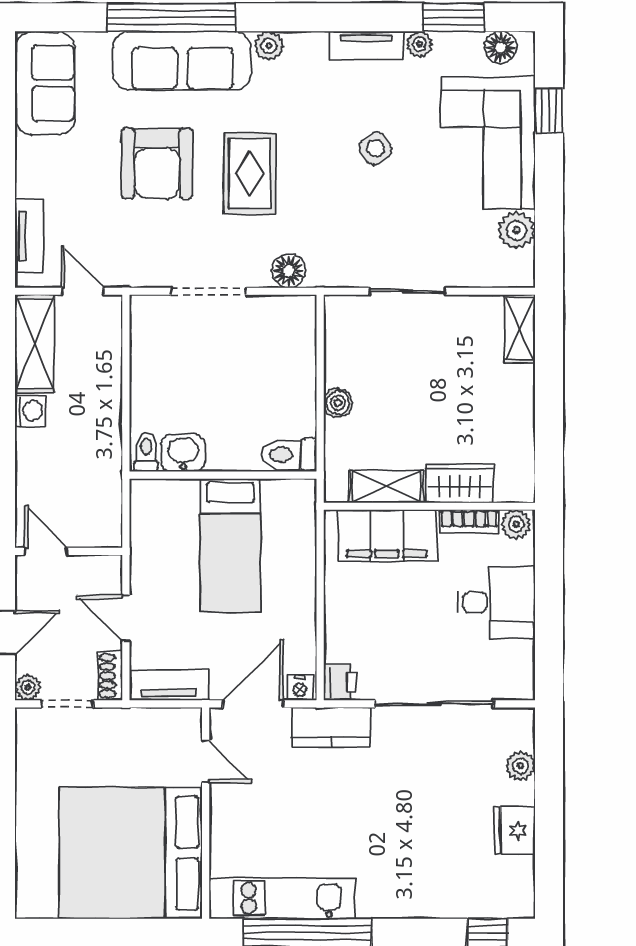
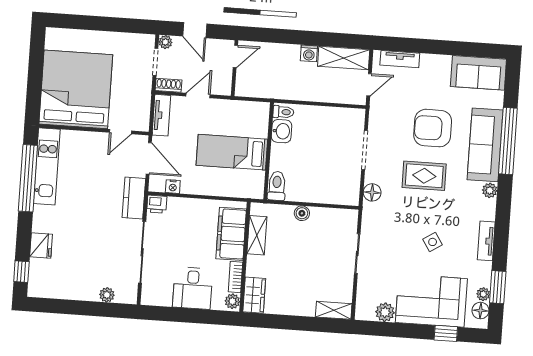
plant: (419, 44) -> (483, 294), moved
wardrobe: (460, 483) -> (254, 295), moved
nightstand: (300, 688) -> (173, 187), moved, turned -90
fridge: (515, 830) -> (41, 246), moved, turned 90

